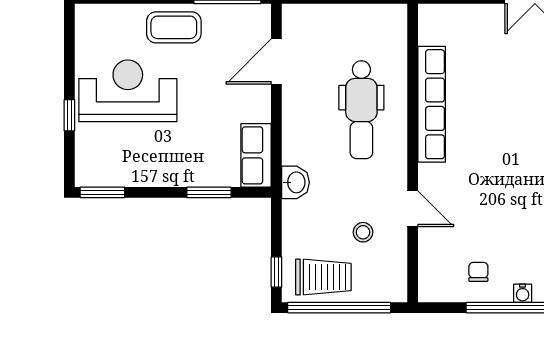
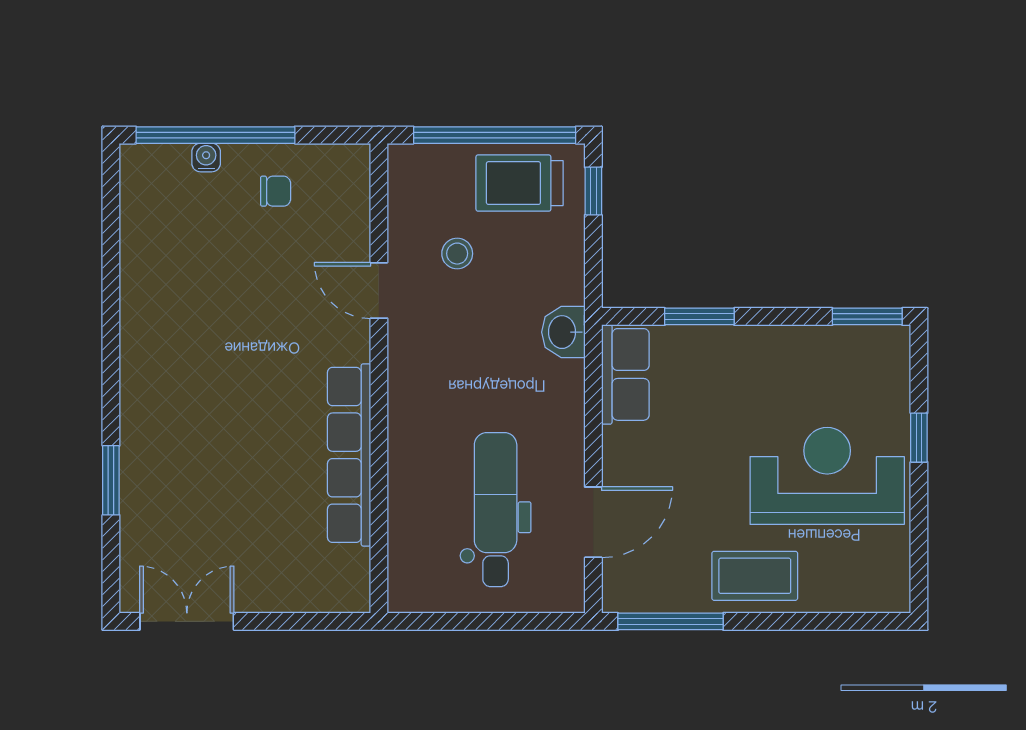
reception desk: (128, 91) -> (827, 476), turned 180
dental chair: (361, 110) -> (496, 510), moved
chair: (478, 272) -> (276, 191), turned -90

